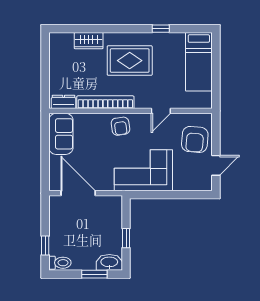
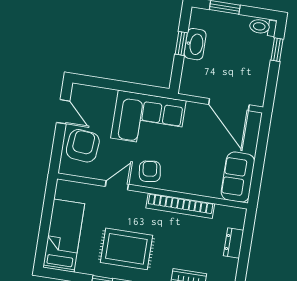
rug: (130, 61) -> (126, 249), moved
dresser: (64, 102) -> (234, 243), moved, turned 90
armchair: (120, 126) -> (150, 171), moved
door: (216, 165) -> (63, 112), swing flipped
washbasin: (109, 262) -> (195, 44), moved, turned -90

